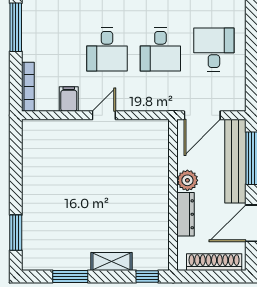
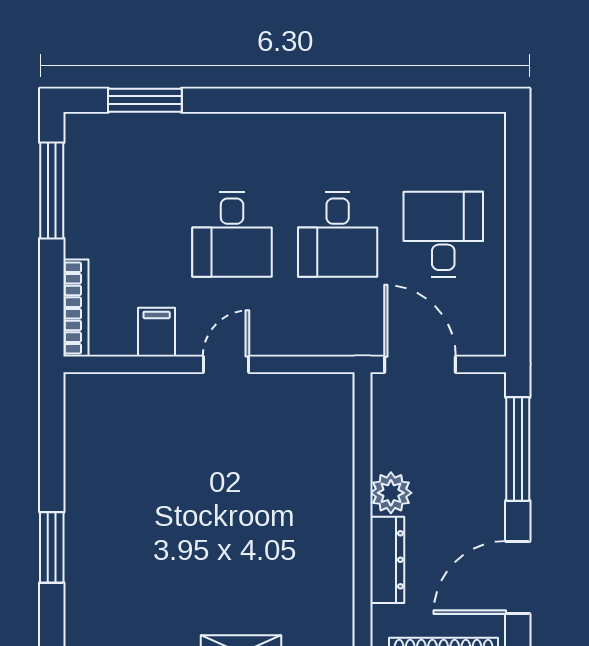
door: (202, 115) -> (420, 364), swing flipped
bench: (235, 161) -> (486, 455), removed
window: (16, 233) -> (52, 547), moved

